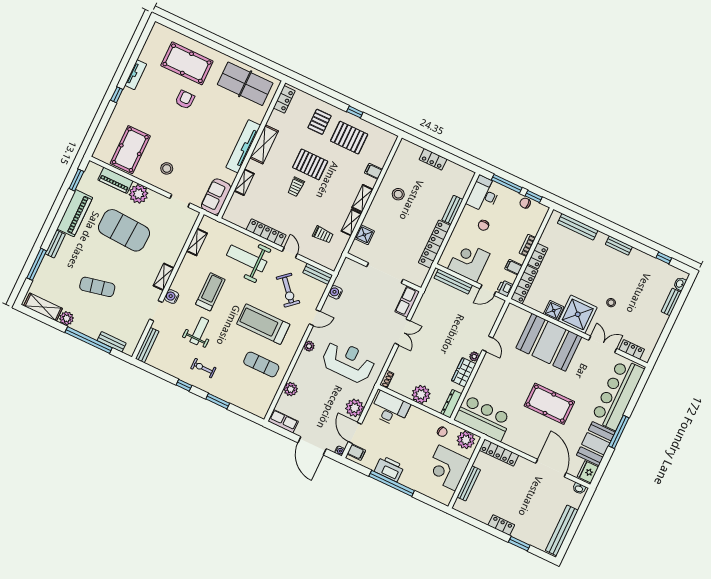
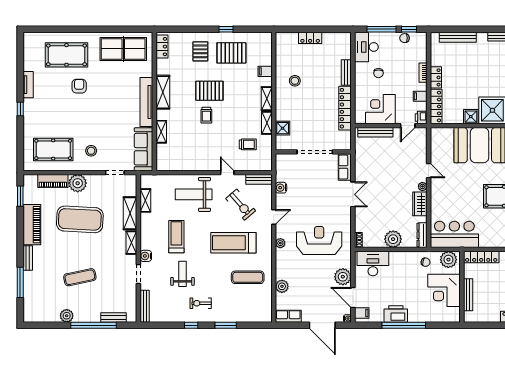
pool table: (130, 150) -> (53, 149), turned 90
sofa: (216, 197) -> (143, 149), width x1.36
locker: (266, 232) -> (200, 165), removed
shelving: (43, 307) -> (130, 213), moved, turned 90

